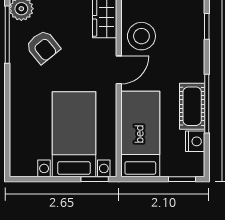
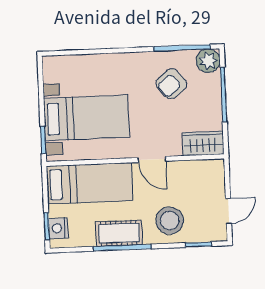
stool: (141, 36) -> (170, 220), moved
nightstand: (195, 141) -> (58, 228), moved, turned 90

